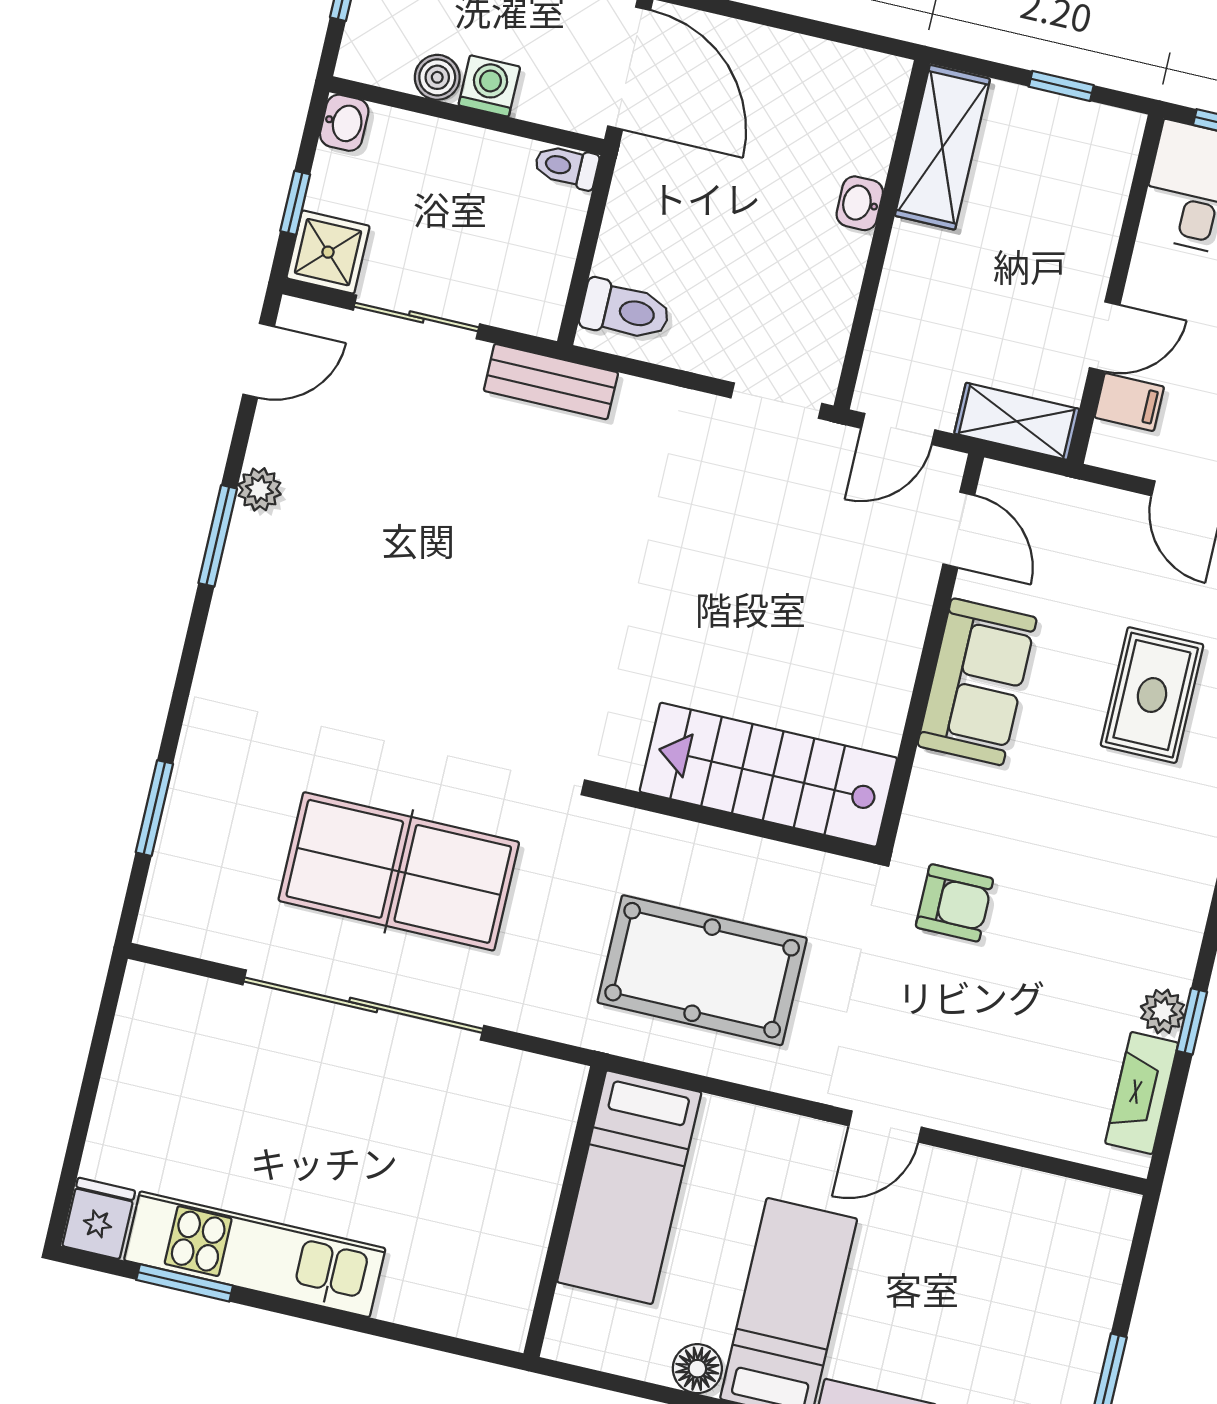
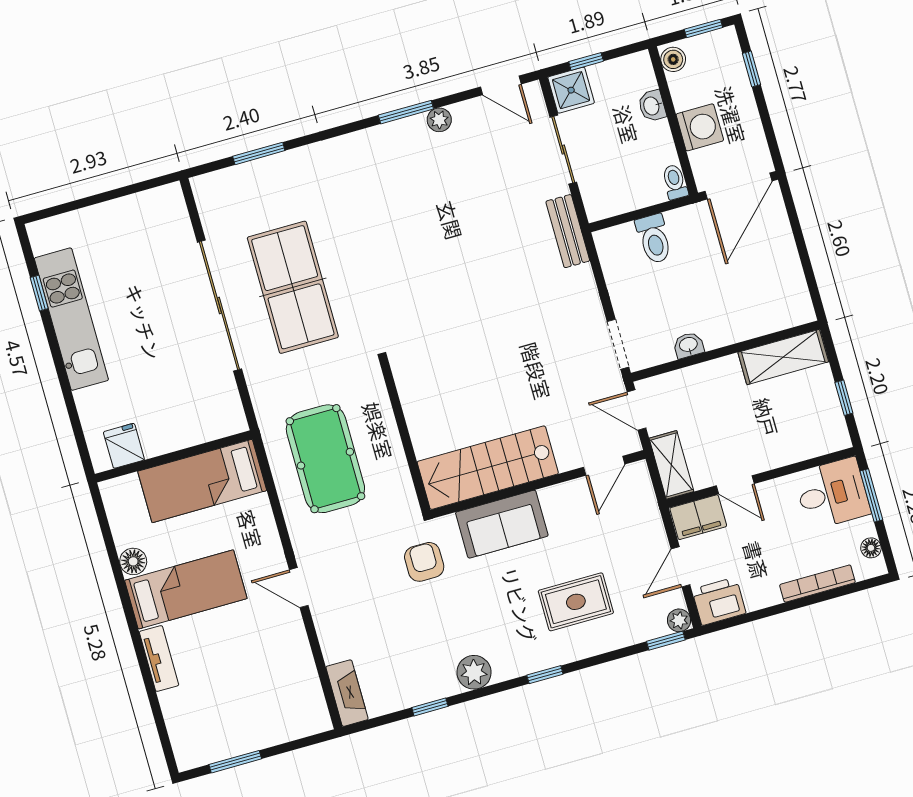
boiler: (437, 77) -> (673, 59), moved
washing machine: (489, 86) -> (700, 127), width x1.38, depth x1.38
washbasin: (344, 123) -> (652, 106), moved, turned 90
washbasin: (860, 203) -> (689, 345), moved
toilet: (625, 311) -> (654, 239), moved
filing cabinet: (1129, 402) -> (698, 517), width x2.00
sofa: (977, 682) -> (502, 524), moved
stairs: (768, 775) -> (488, 468), moved, turned -90
armchair: (954, 903) -> (424, 562), turned 180
plant: (1163, 1011) -> (474, 672), moved, width x1.38, depth x1.38
fireplace: (1142, 1093) -> (347, 693), moved, turned 90
fridge: (99, 1218) -> (124, 446), moved, turned -90
window: (185, 1283) -> (39, 293), width x0.67

